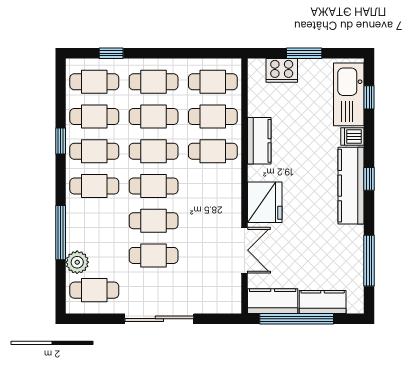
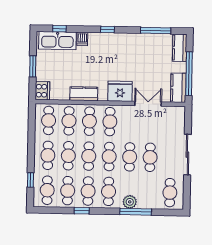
cooker: (282, 70) -> (42, 91), moved
cafe table: (213, 186) -> (110, 122), added
kitchen counter: (351, 186) -> (111, 40), removed
plant: (77, 262) -> (130, 202), moved
kitchen counter: (323, 302) -> (180, 48), moved

